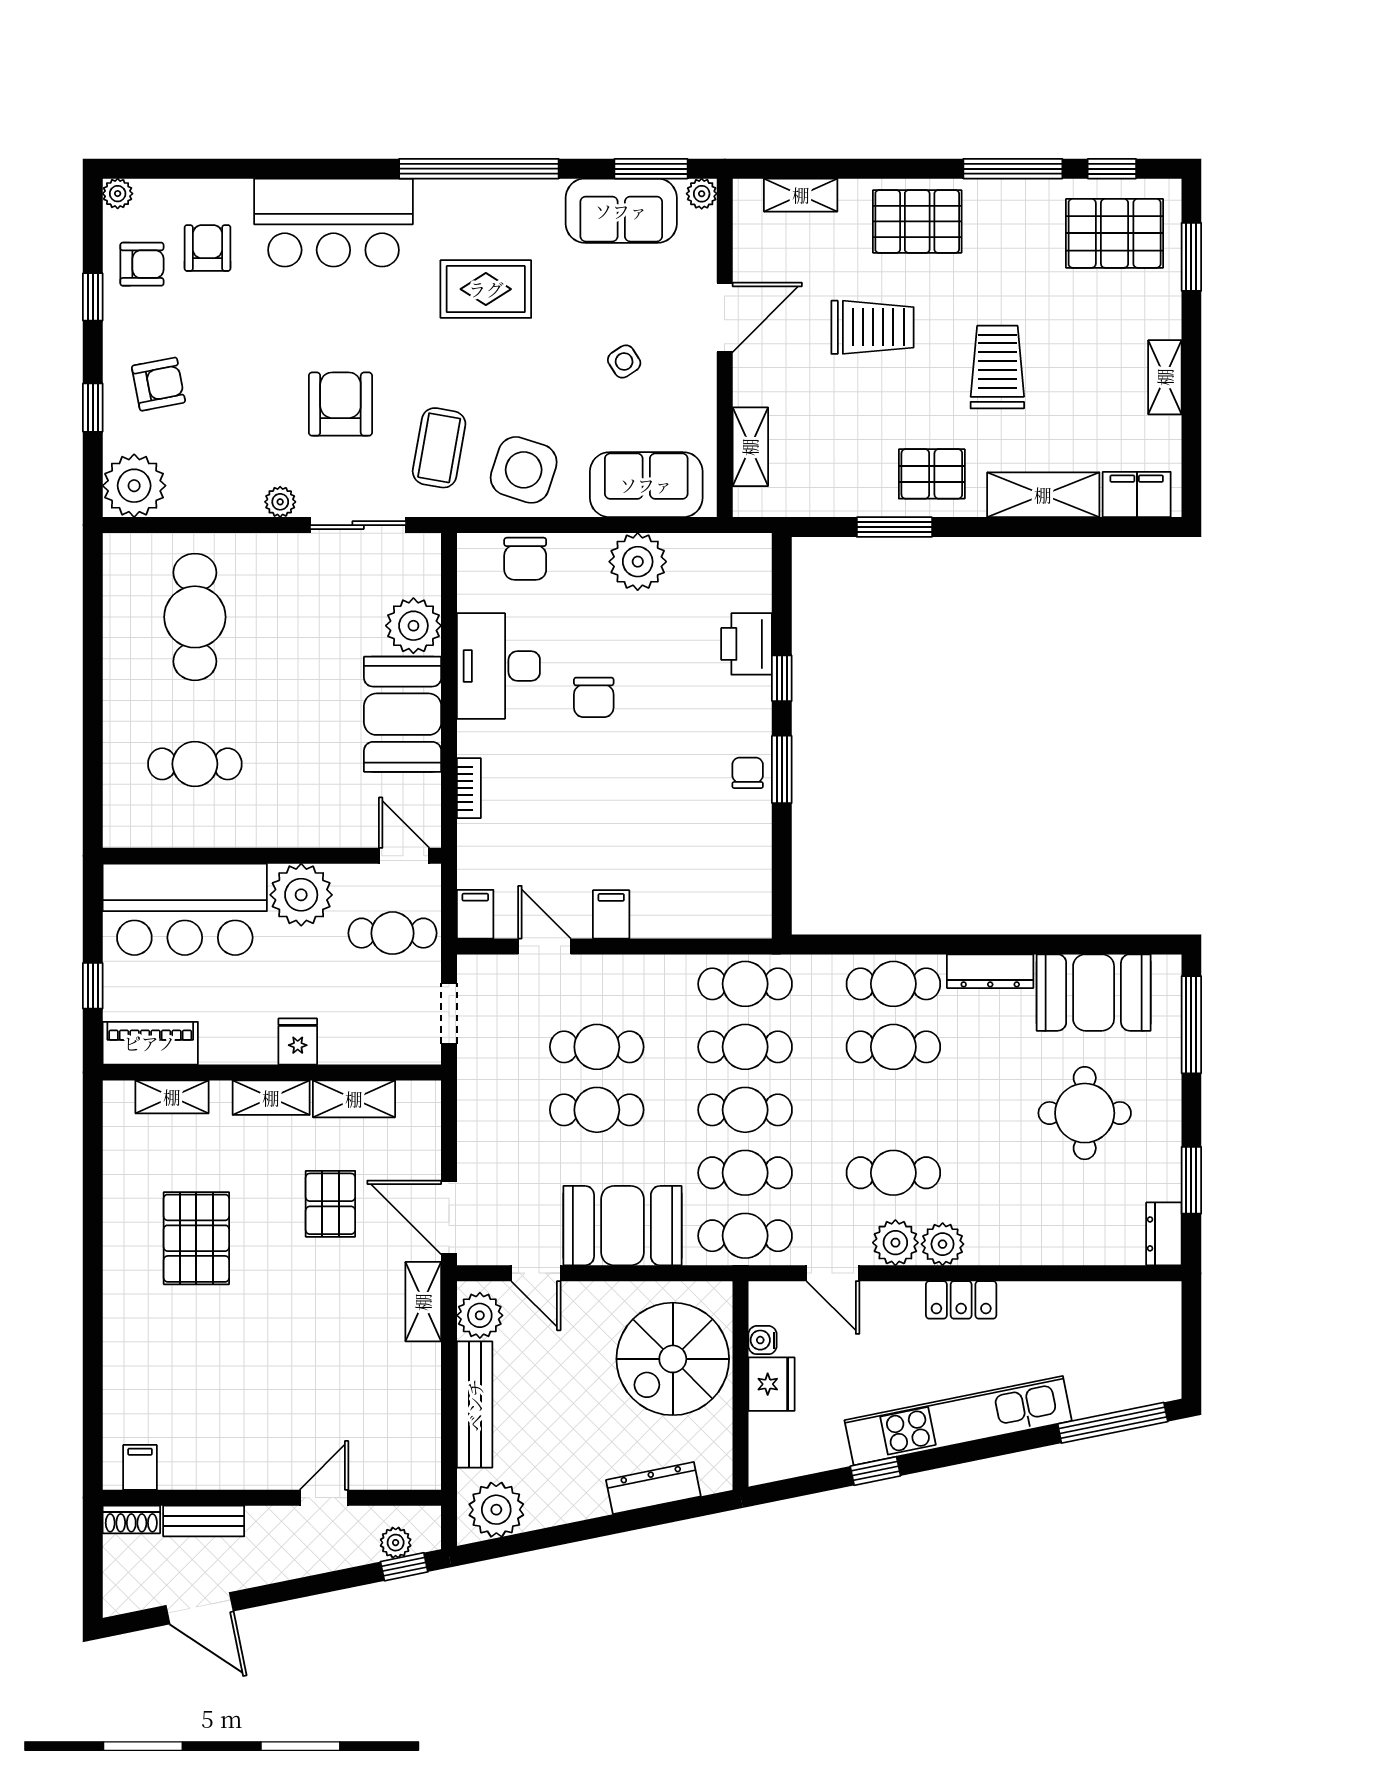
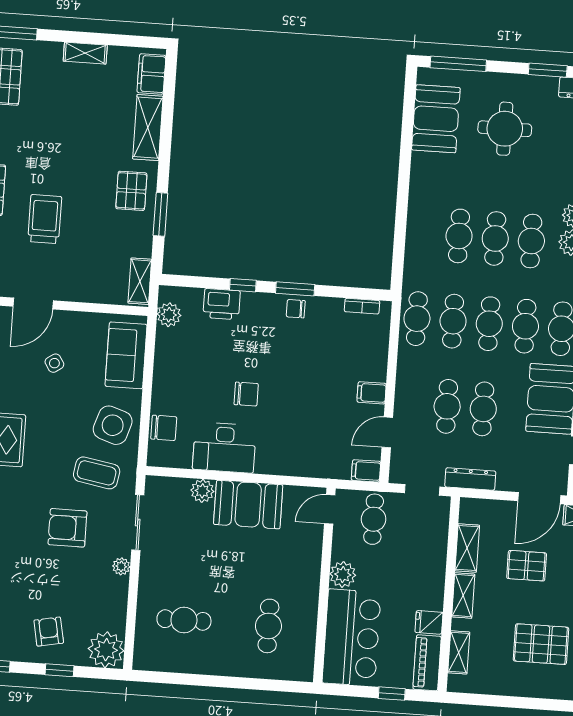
door: (725, 317) -> (33, 304), swing flipped
trolley: (997, 367) -> (73, 149), removed
shelving: (750, 447) -> (140, 281), moved, turned 90
plant: (638, 562) -> (169, 315), moved, width x0.73, depth x0.73
cafe table: (195, 617) -> (184, 620), width x0.73, depth x0.74
plant: (413, 626) -> (202, 491), width x0.73, depth x0.73
bookcase: (469, 788) -> (362, 306), moved, turned 180
plant: (301, 895) -> (343, 575), width x0.73, depth x0.73
dresser: (990, 971) -> (470, 479), moved, turned -90
cafe table: (893, 984) -> (495, 238), moved
fridge: (298, 1041) -> (429, 622), moved

